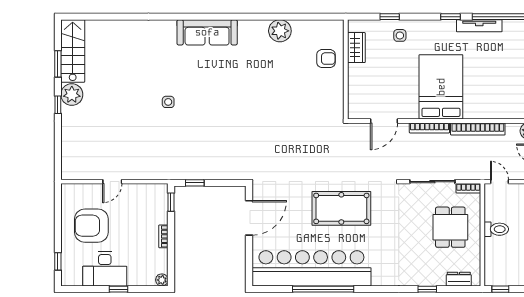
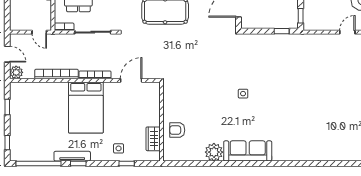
tv unit: (479, 26) -> (72, 156), moved
sofa: (207, 32) -> (248, 151), moved
side table: (168, 102) -> (243, 94), moved

